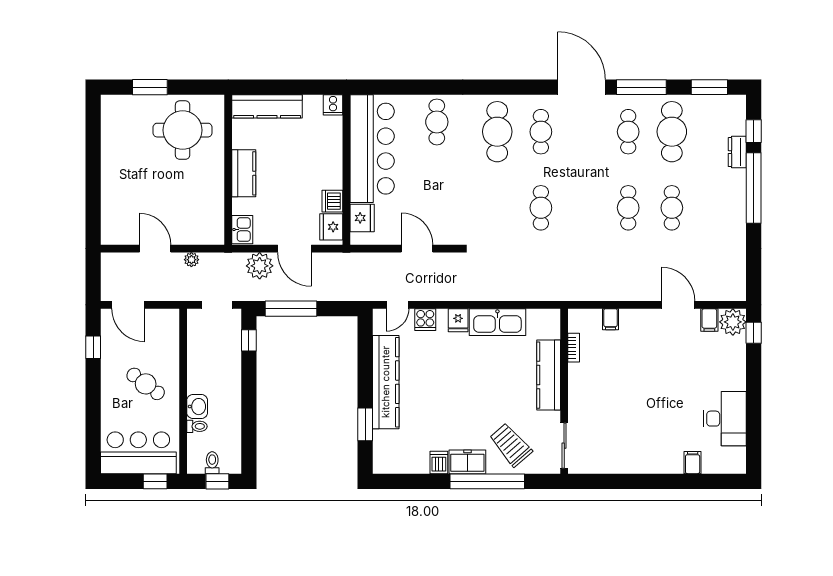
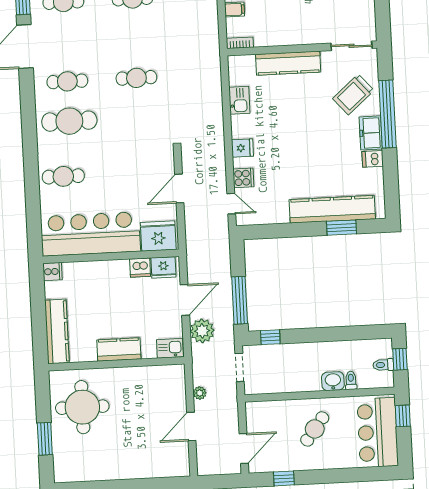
fridge: (362, 218) -> (158, 236), width x1.36, depth x1.34
kitchen sink: (497, 322) -> (239, 100), width x0.53, depth x0.81
bookcase: (574, 348) -> (240, 43), moved
kitchen counter: (386, 382) -> (332, 209), moved

